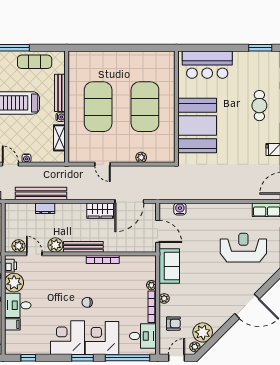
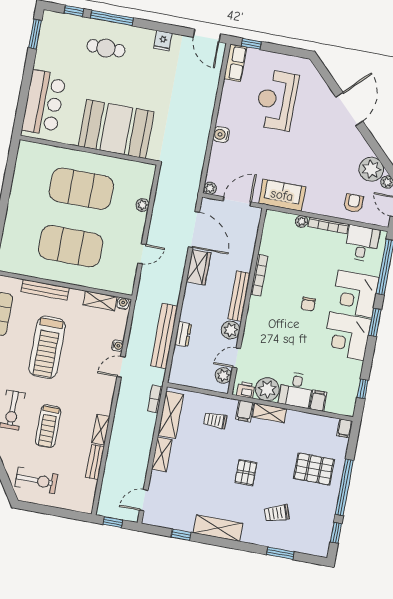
water cooler: (61, 117) -> (123, 303), moved
water cooler: (180, 209) -> (221, 135), moved
plant: (164, 298) -> (210, 188), moved

